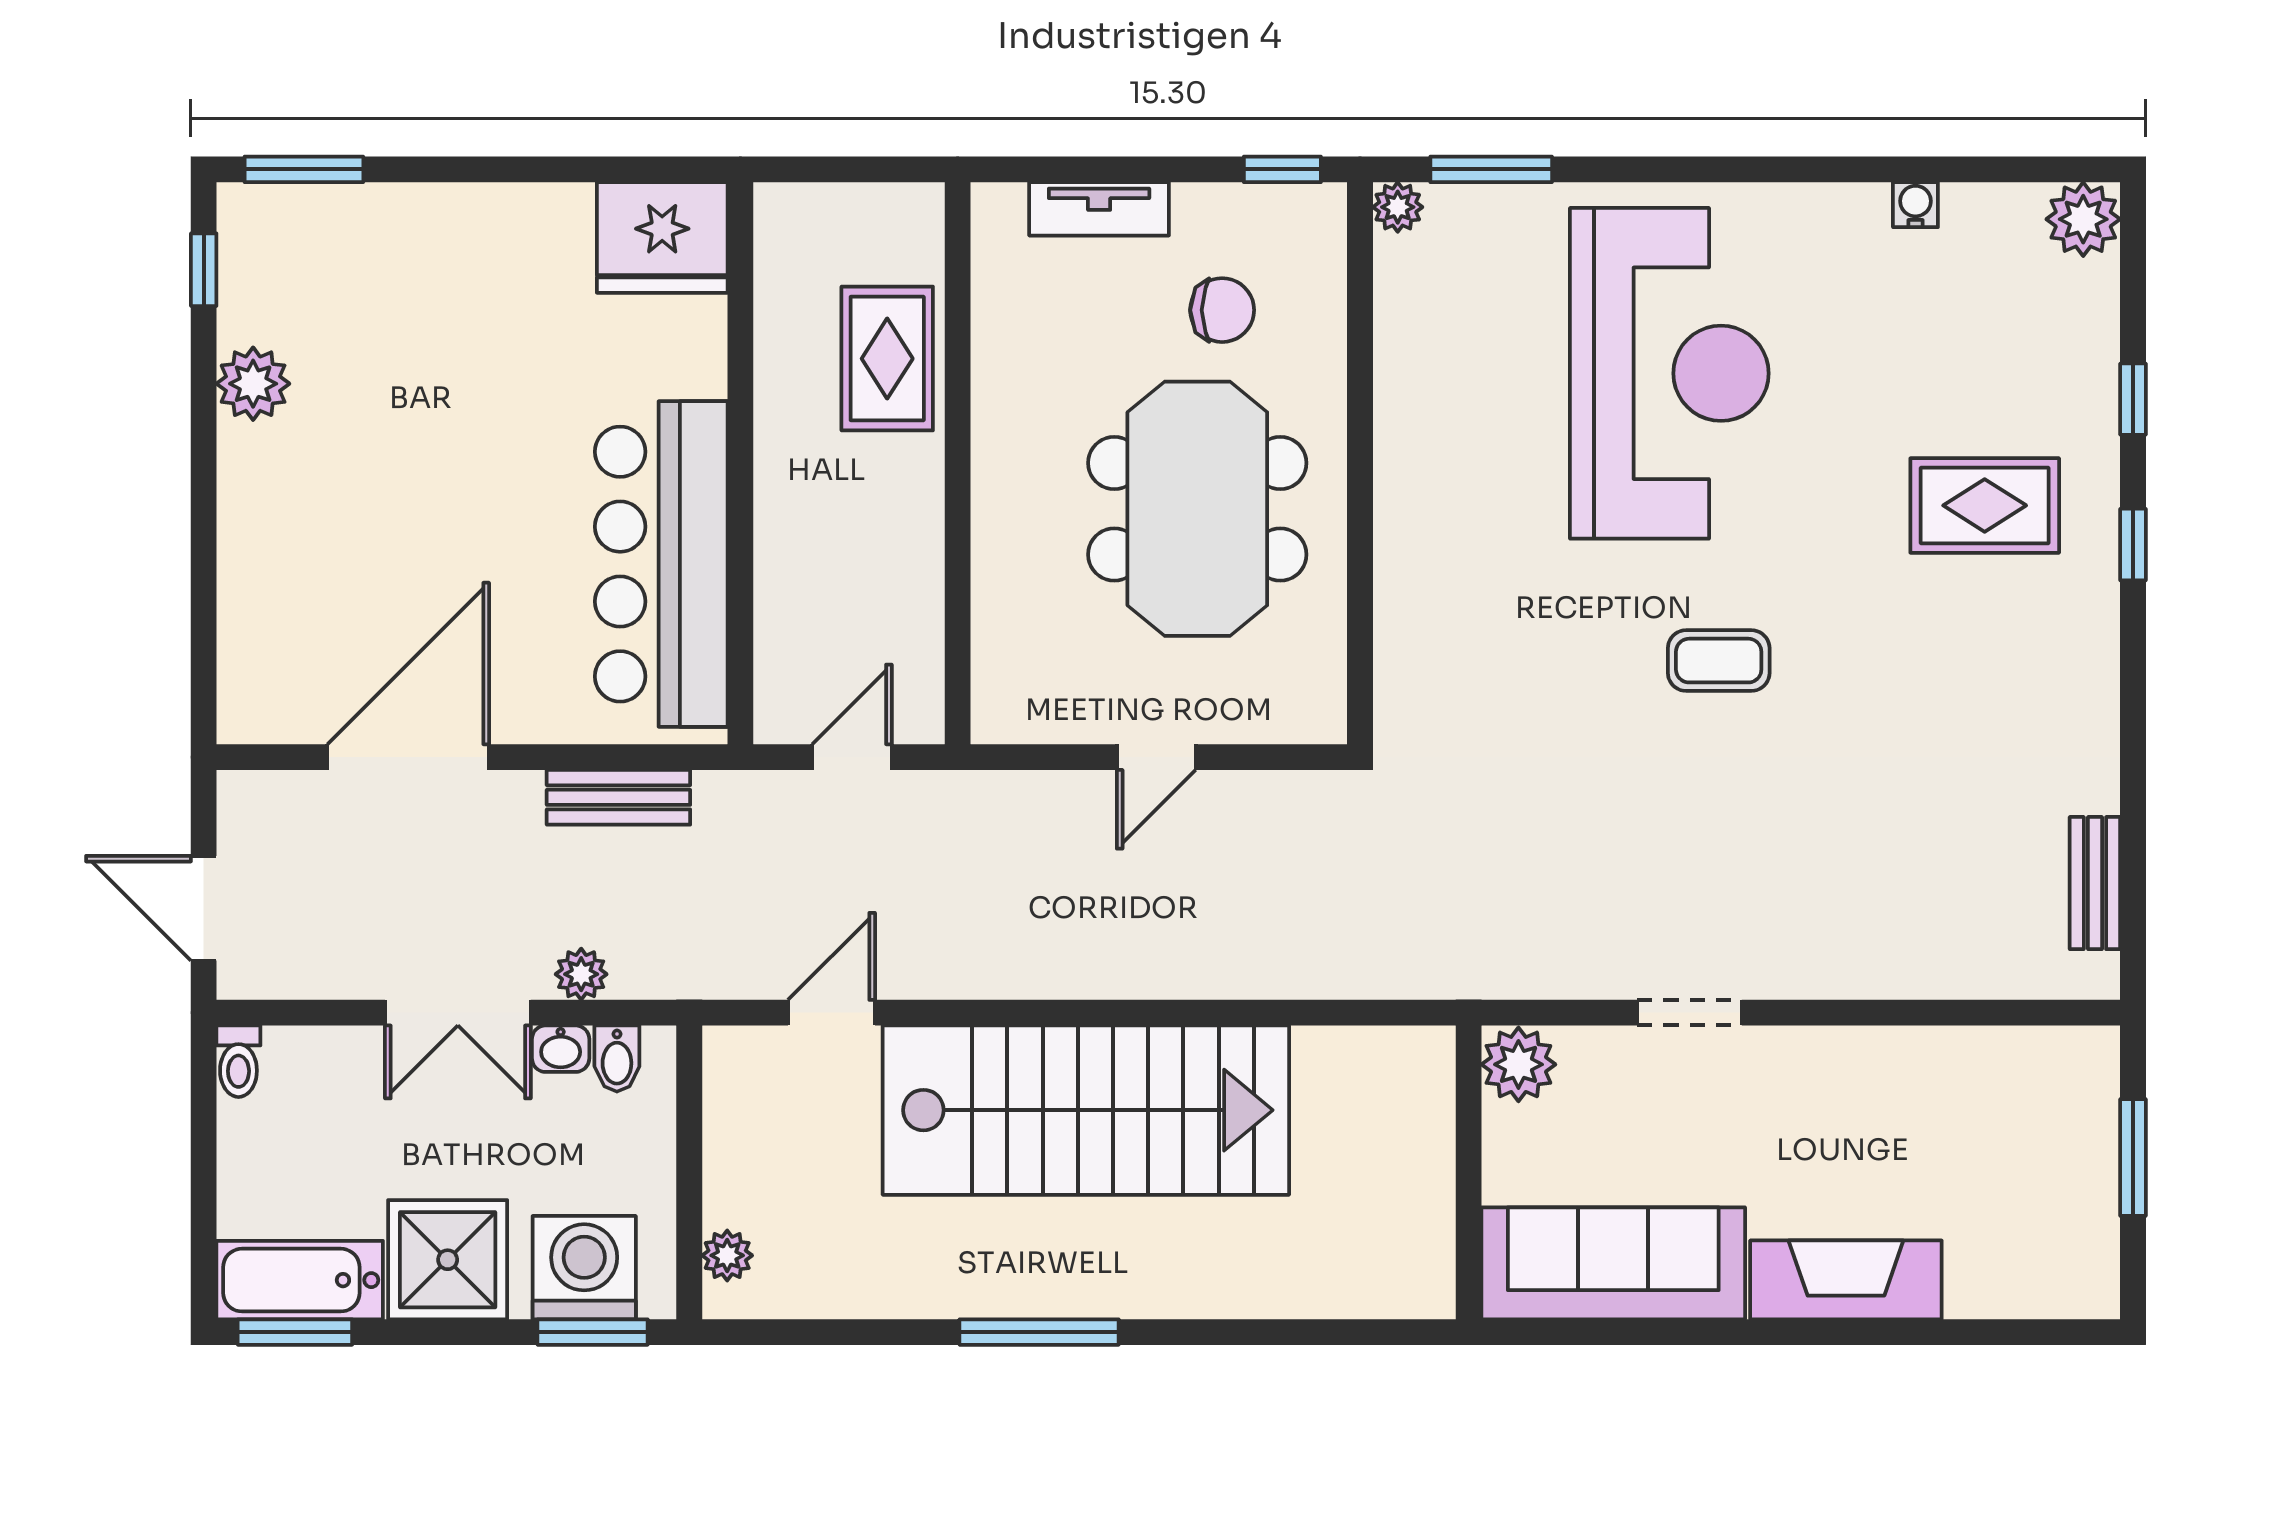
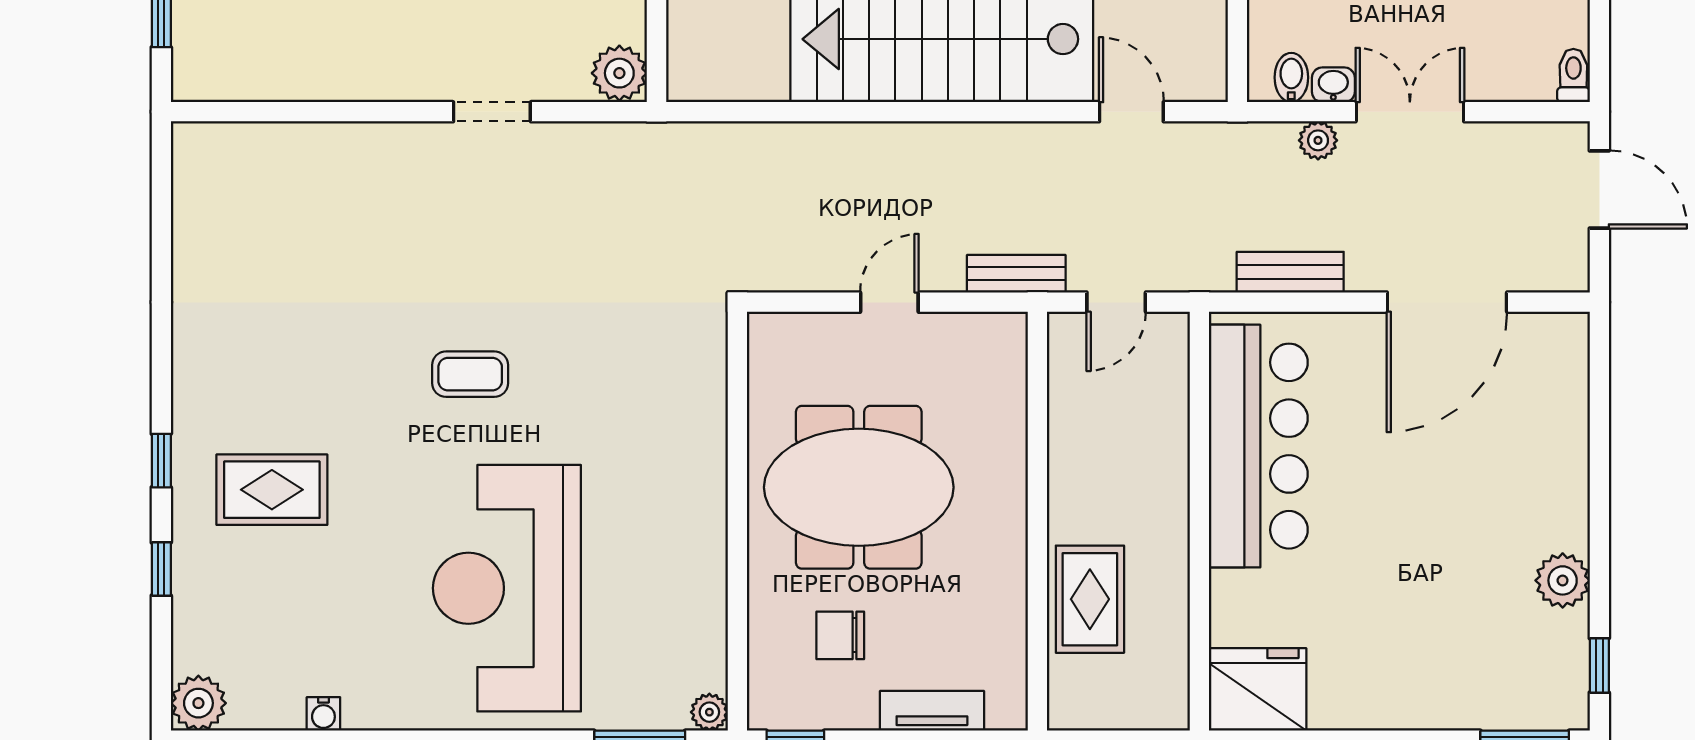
meeting table: (1197, 509) -> (859, 487), turned 90
bench: (2095, 883) -> (1016, 274), moved, turned 90
door: (832, 1013) -> (1131, 112), swing flipped

